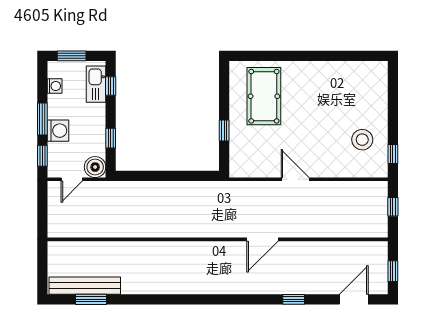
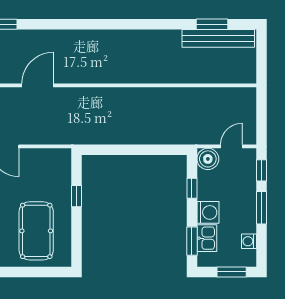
kitchen sink: (96, 84) -> (207, 238), width x0.73
window: (111, 86) -> (192, 241), width x1.50
washing machine: (58, 131) -> (208, 212), moved, turned 180

